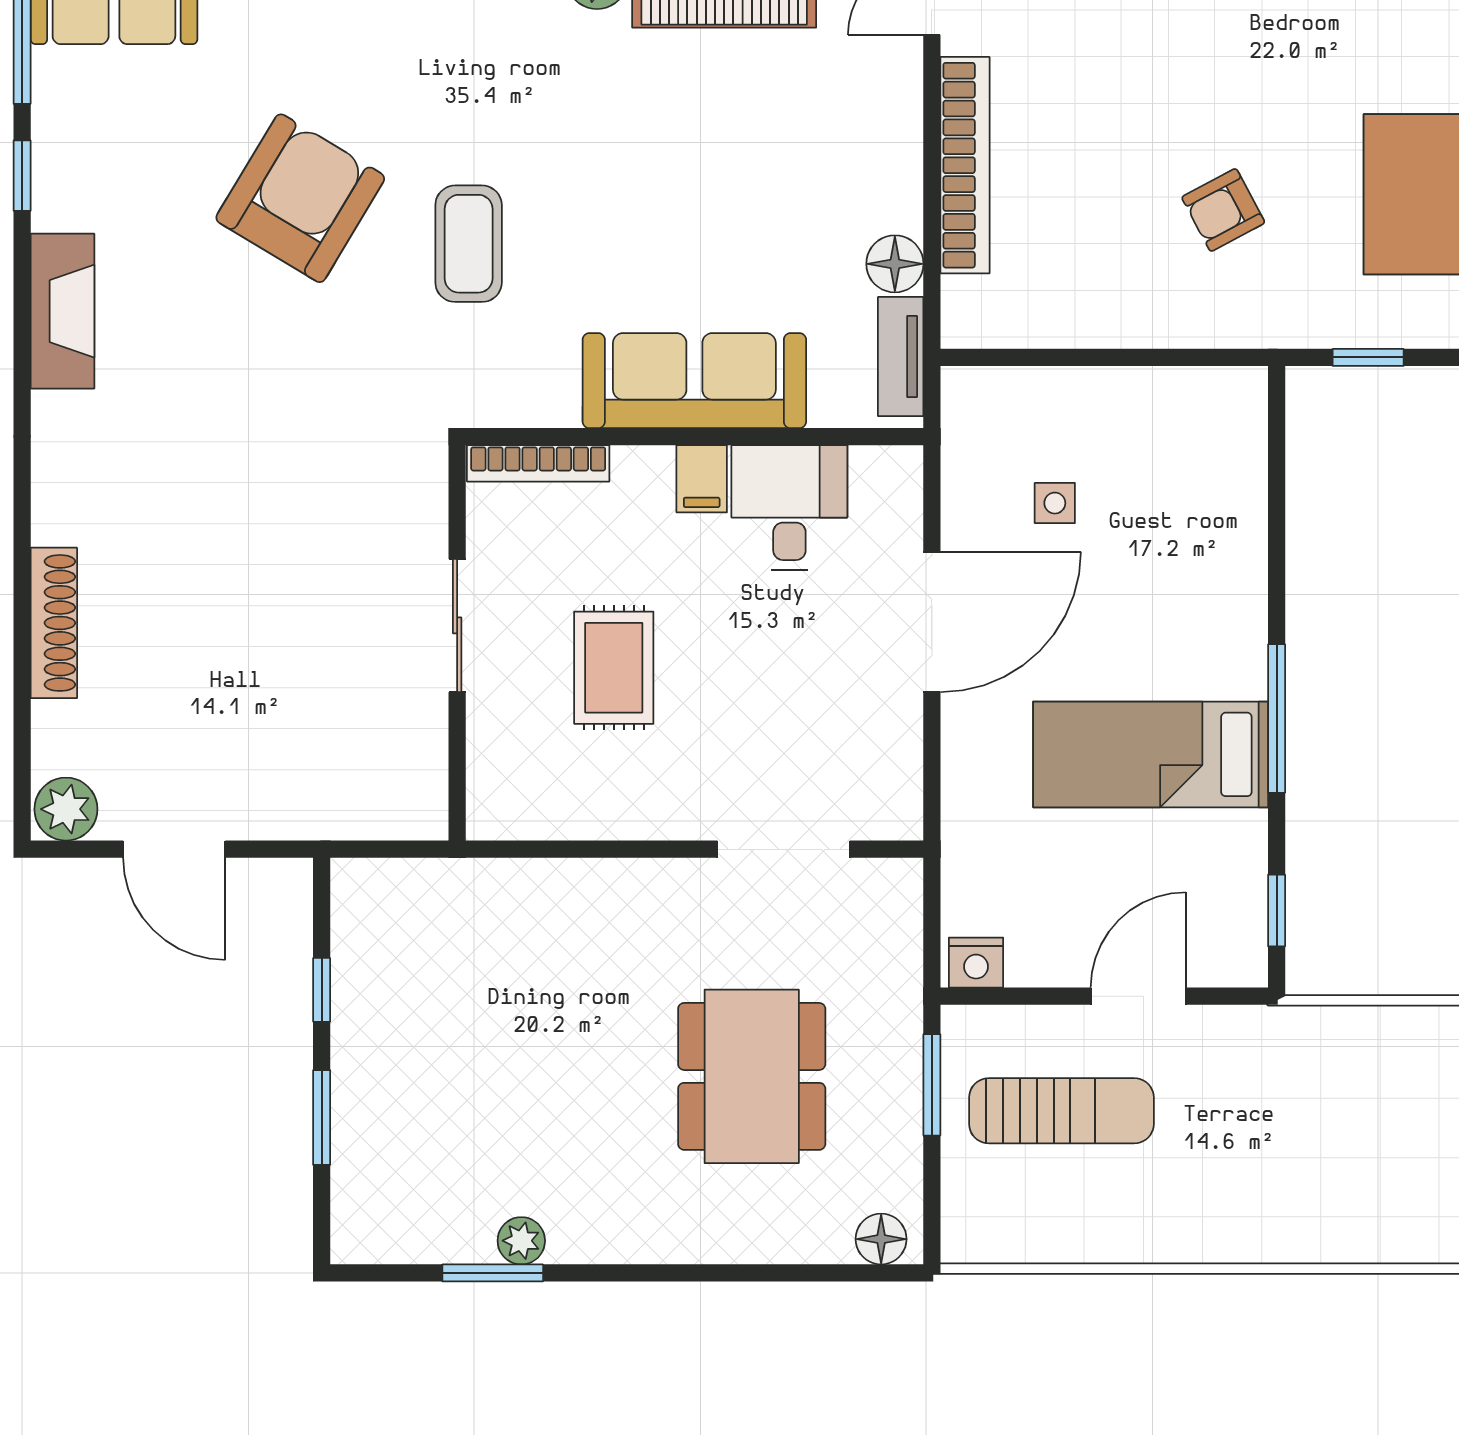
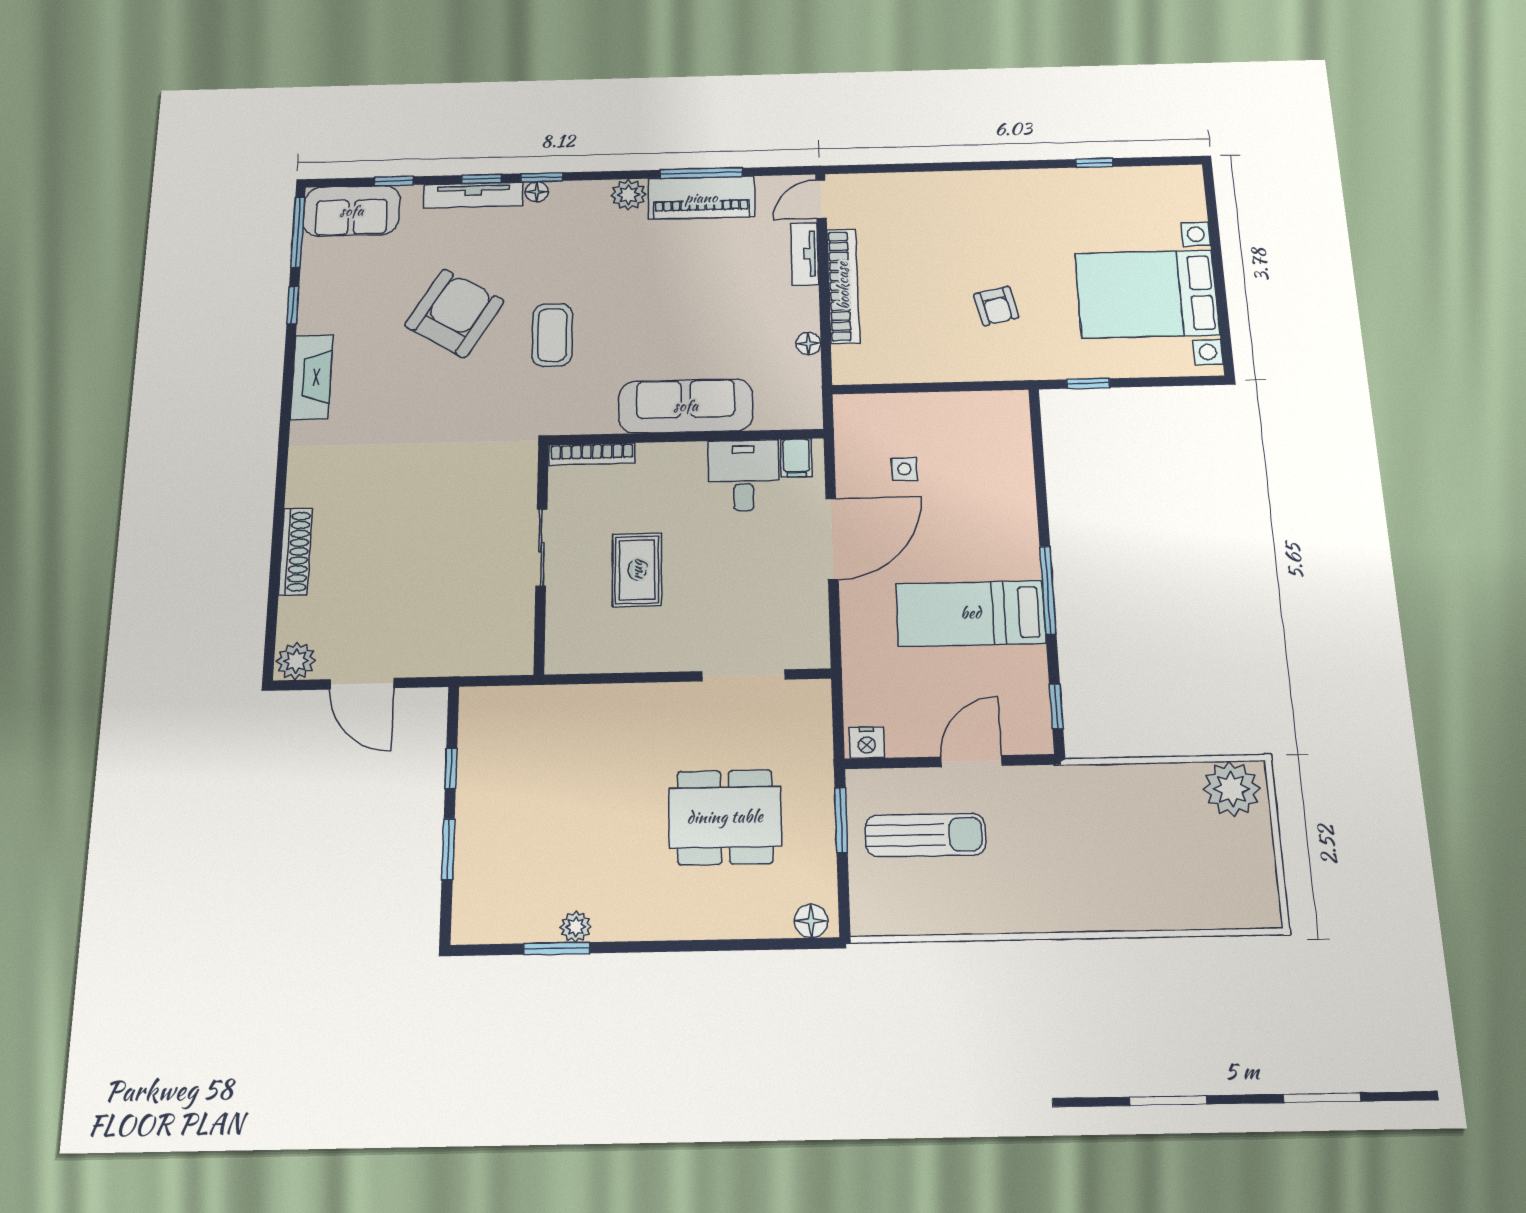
armchair: (1223, 210) -> (996, 306), turned -75
floor lamp: (895, 264) -> (808, 344), width x0.73, depth x0.73
tv unit: (901, 357) -> (805, 254), moved
filing cabinet: (702, 479) -> (796, 458), moved
dining table: (752, 1076) -> (725, 817), turned 90

